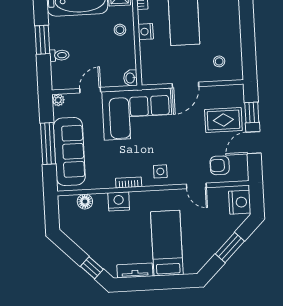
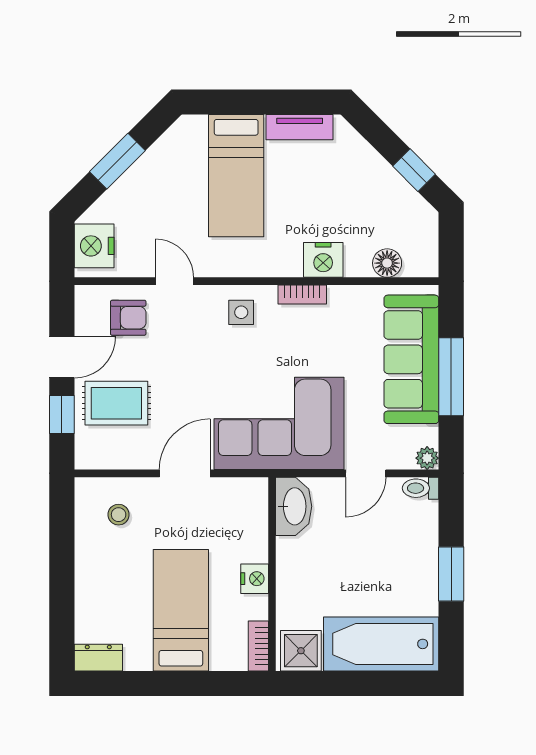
stool: (120, 30) -> (303, 585), removed
toilet: (59, 55) -> (421, 488), moved
washbasin: (130, 78) -> (294, 506), width x1.91, depth x1.45
window: (92, 268) -> (414, 170), moved

